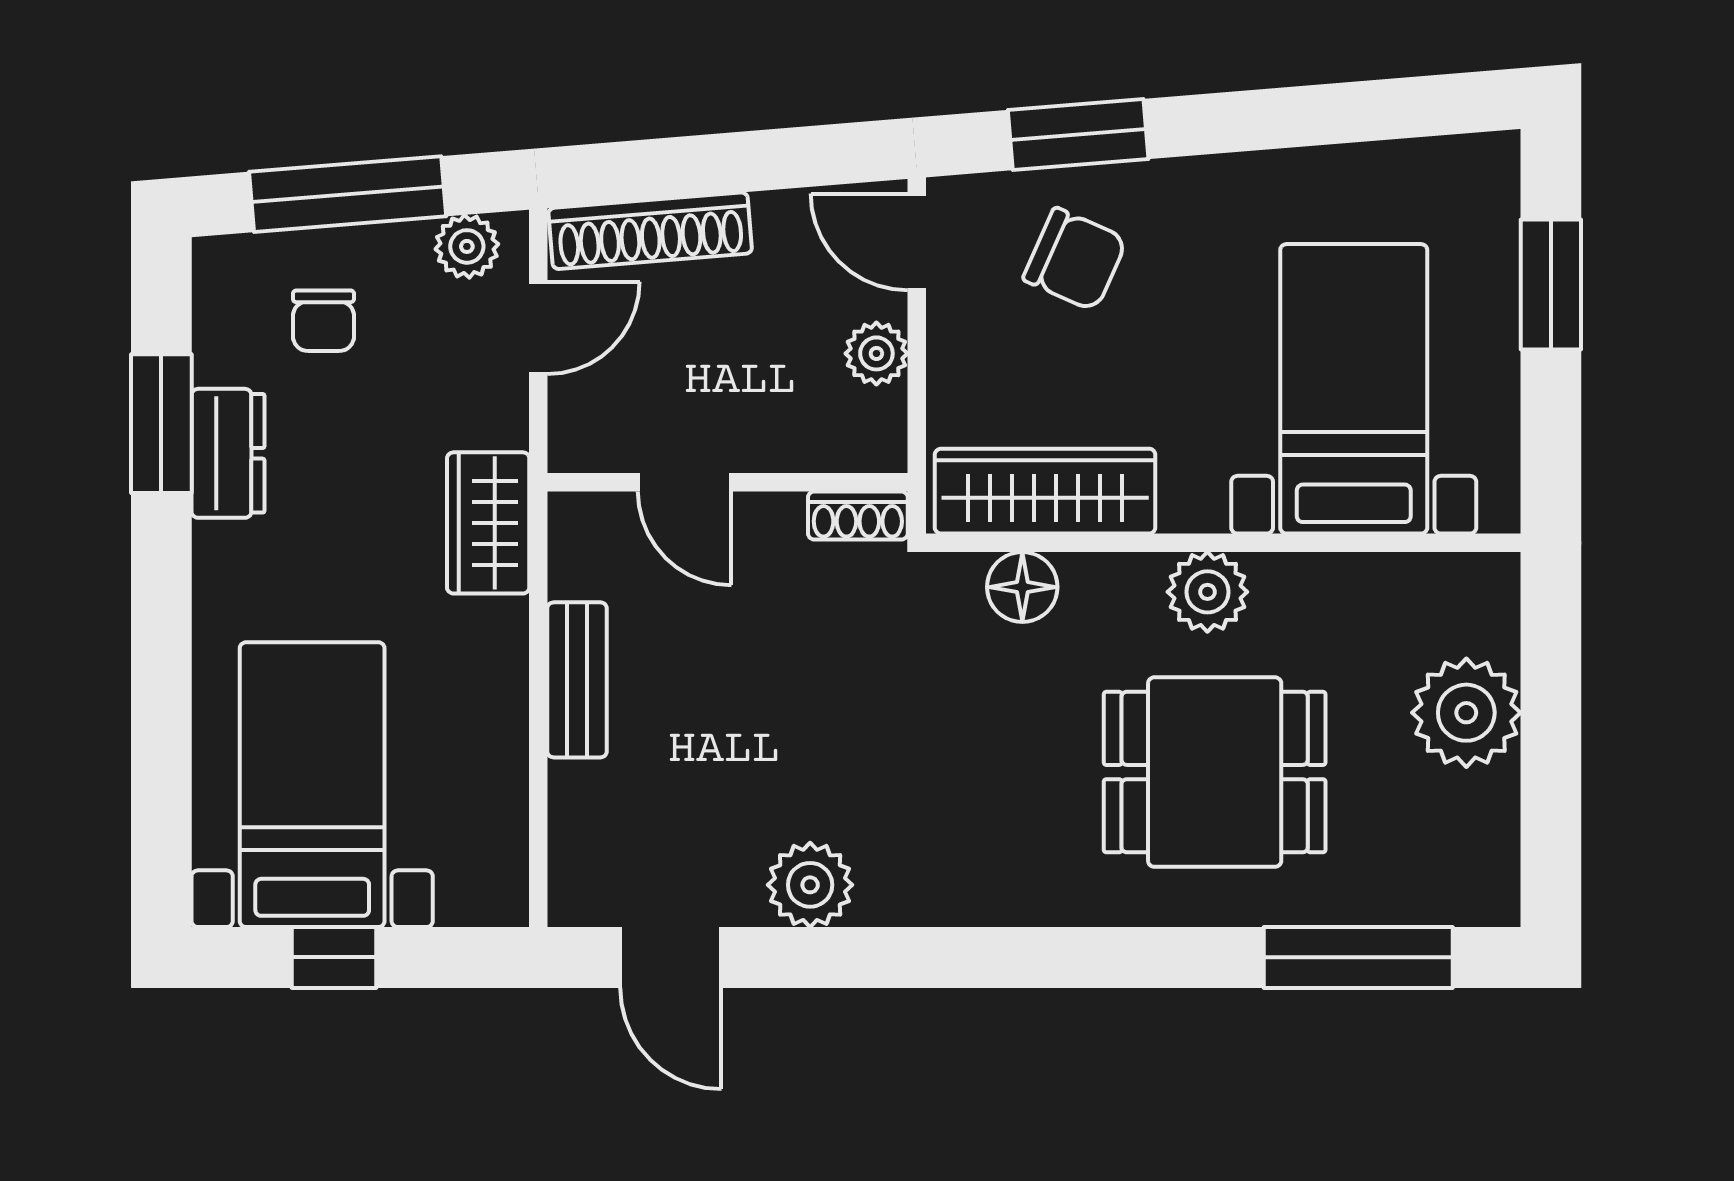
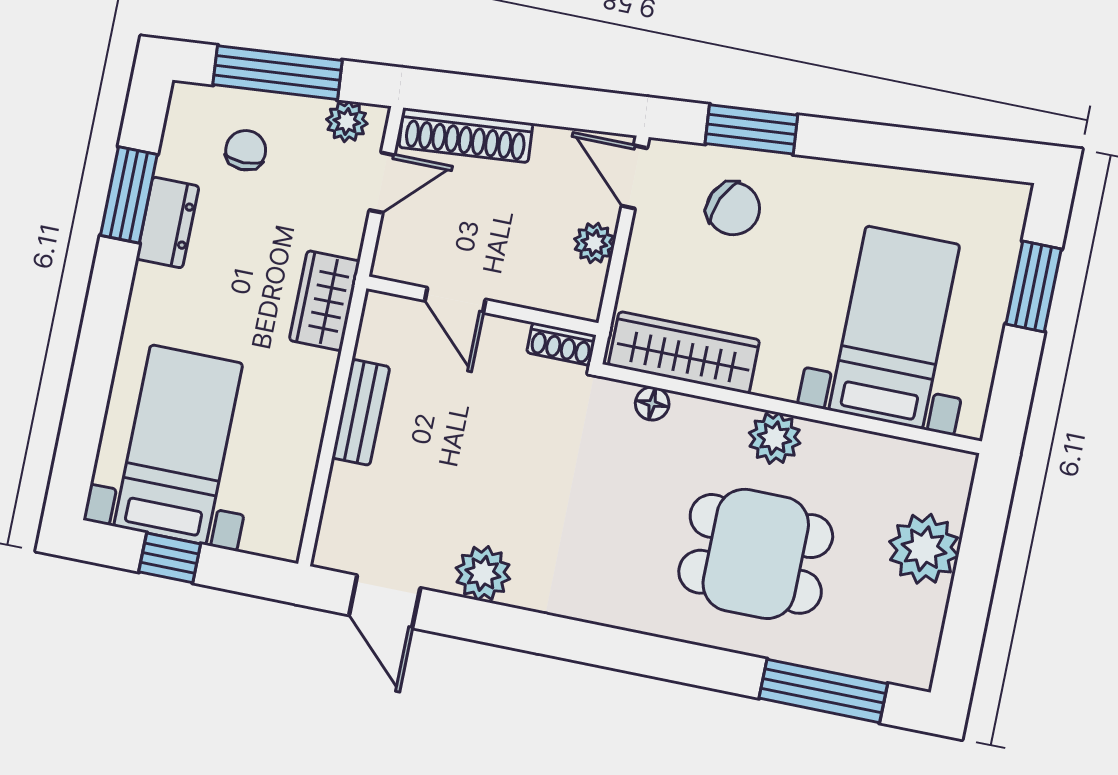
chair: (323, 321) -> (246, 150), turned 180
floor lamp: (1022, 587) -> (652, 404), width x0.73, depth x0.73

